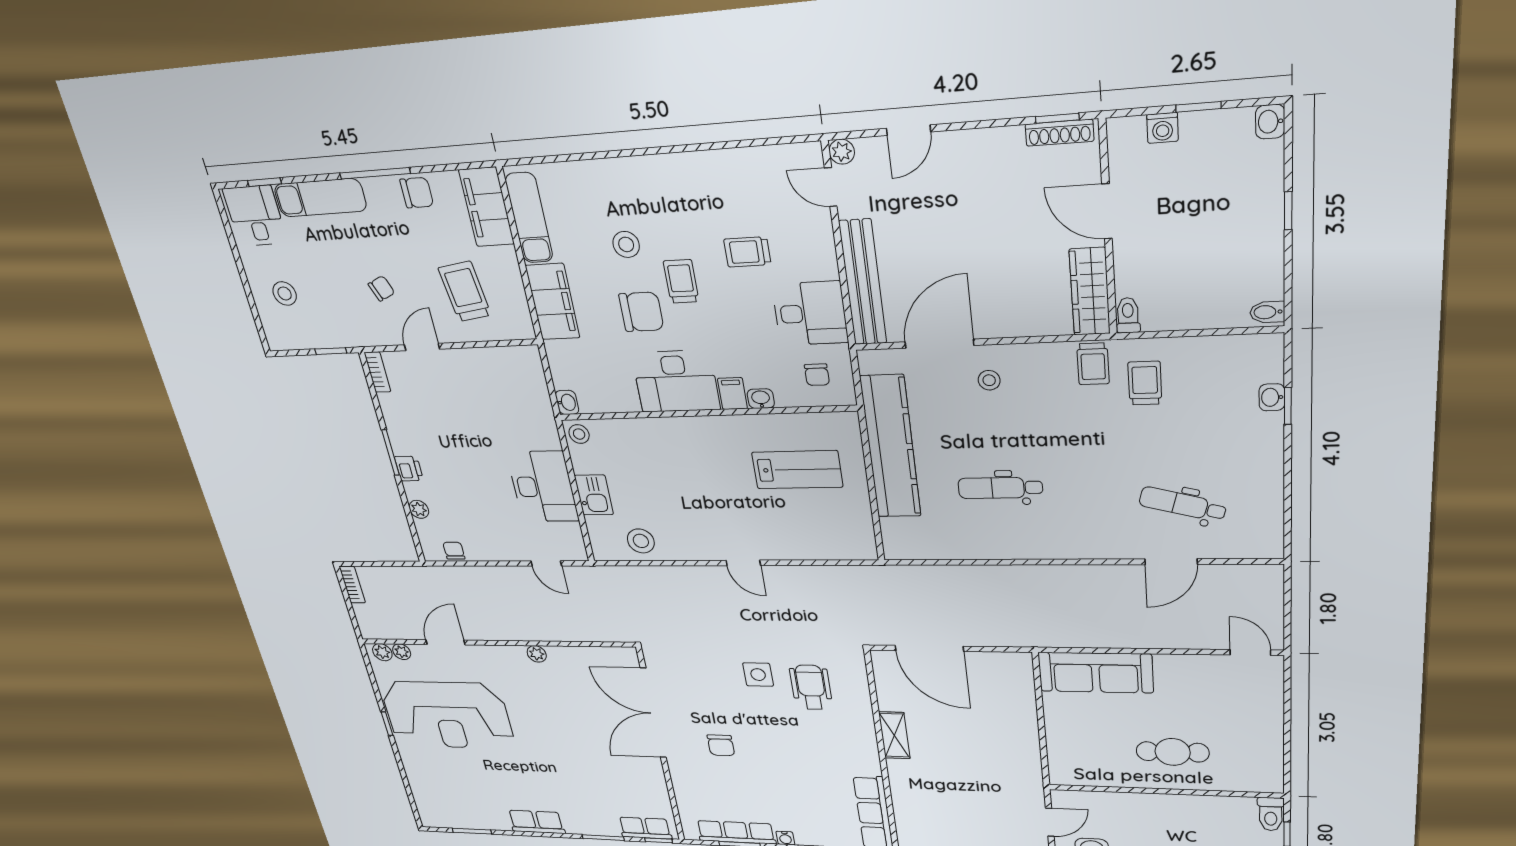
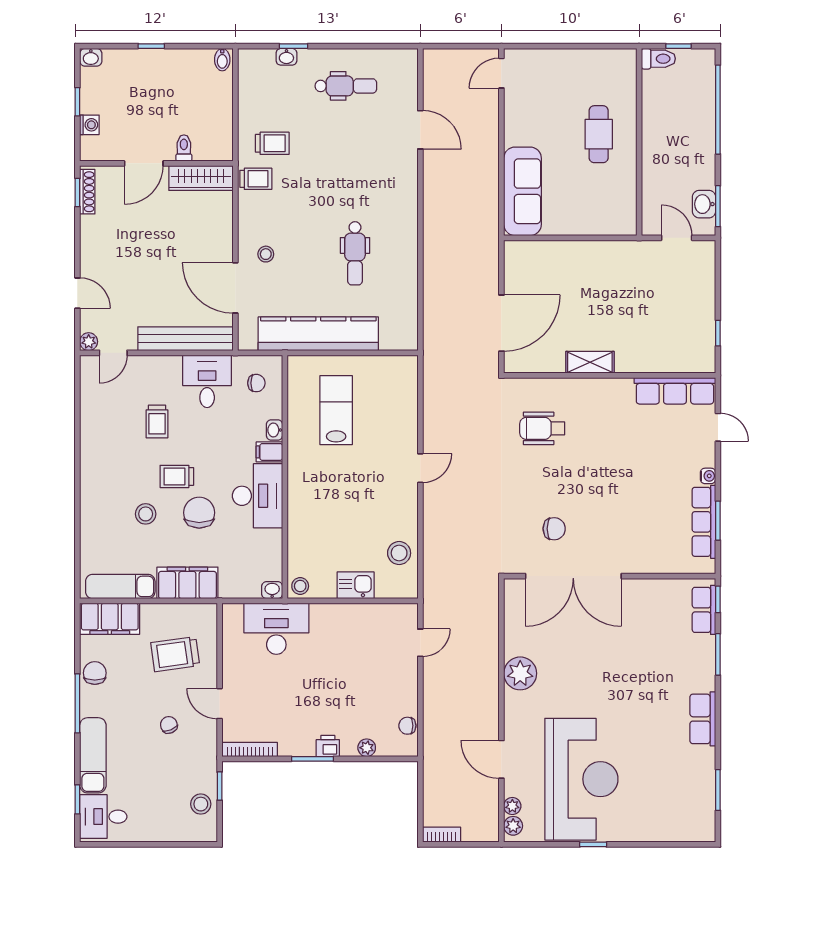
stool: (285, 294) -> (201, 804), moved
toilet: (1128, 315) -> (184, 148), moved, turned 90
bookcase: (377, 372) -> (250, 749), width x1.56
trolley: (1145, 383) -> (272, 143), turned 180
desk: (543, 487) -> (276, 629), moved
dental chair: (1183, 504) -> (346, 86), moved, turned -105
plant: (537, 654) -> (520, 673), width x1.88, depth x1.88
side table: (758, 675) -> (530, 473), removed
chair: (721, 745) -> (554, 529), moved

